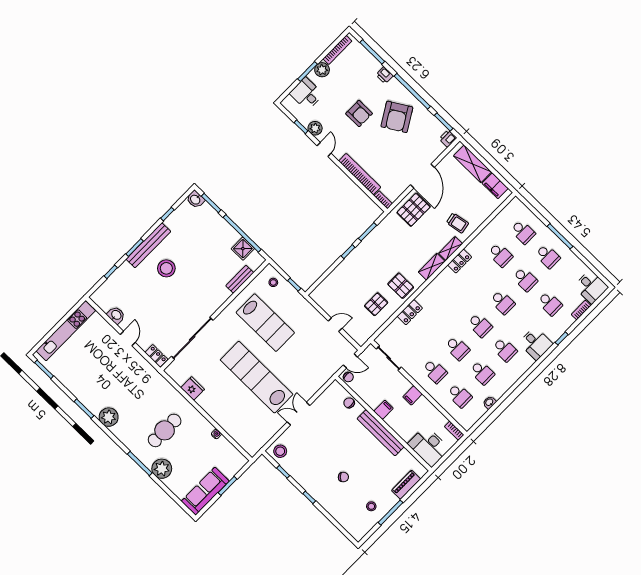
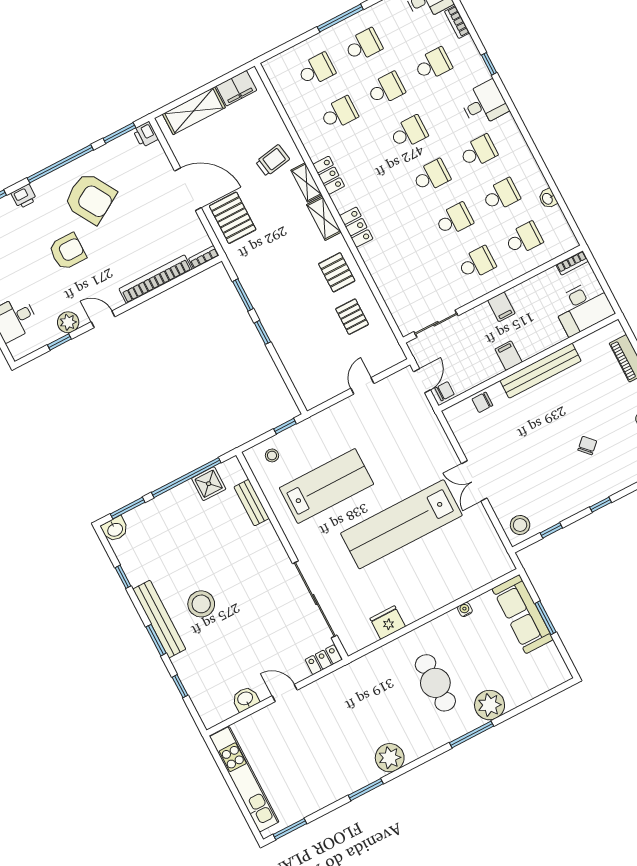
pallet: (401, 286) -> (337, 272), turned 90
locker: (410, 312) -> (356, 227), moved
sofa: (205, 491) -> (523, 614), moved

